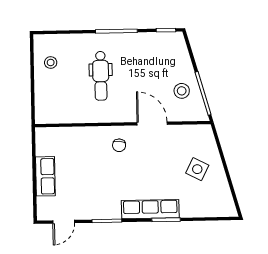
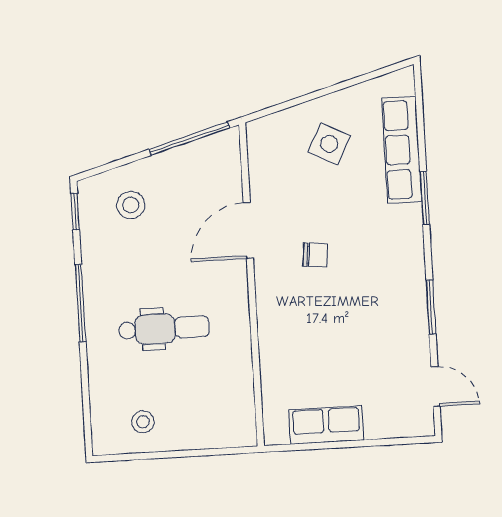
stool: (182, 91) -> (131, 205), moved
chair: (119, 145) -> (315, 255), moved
row of seats: (45, 176) -> (326, 425), moved
row of seats: (150, 209) -> (402, 150), moved

